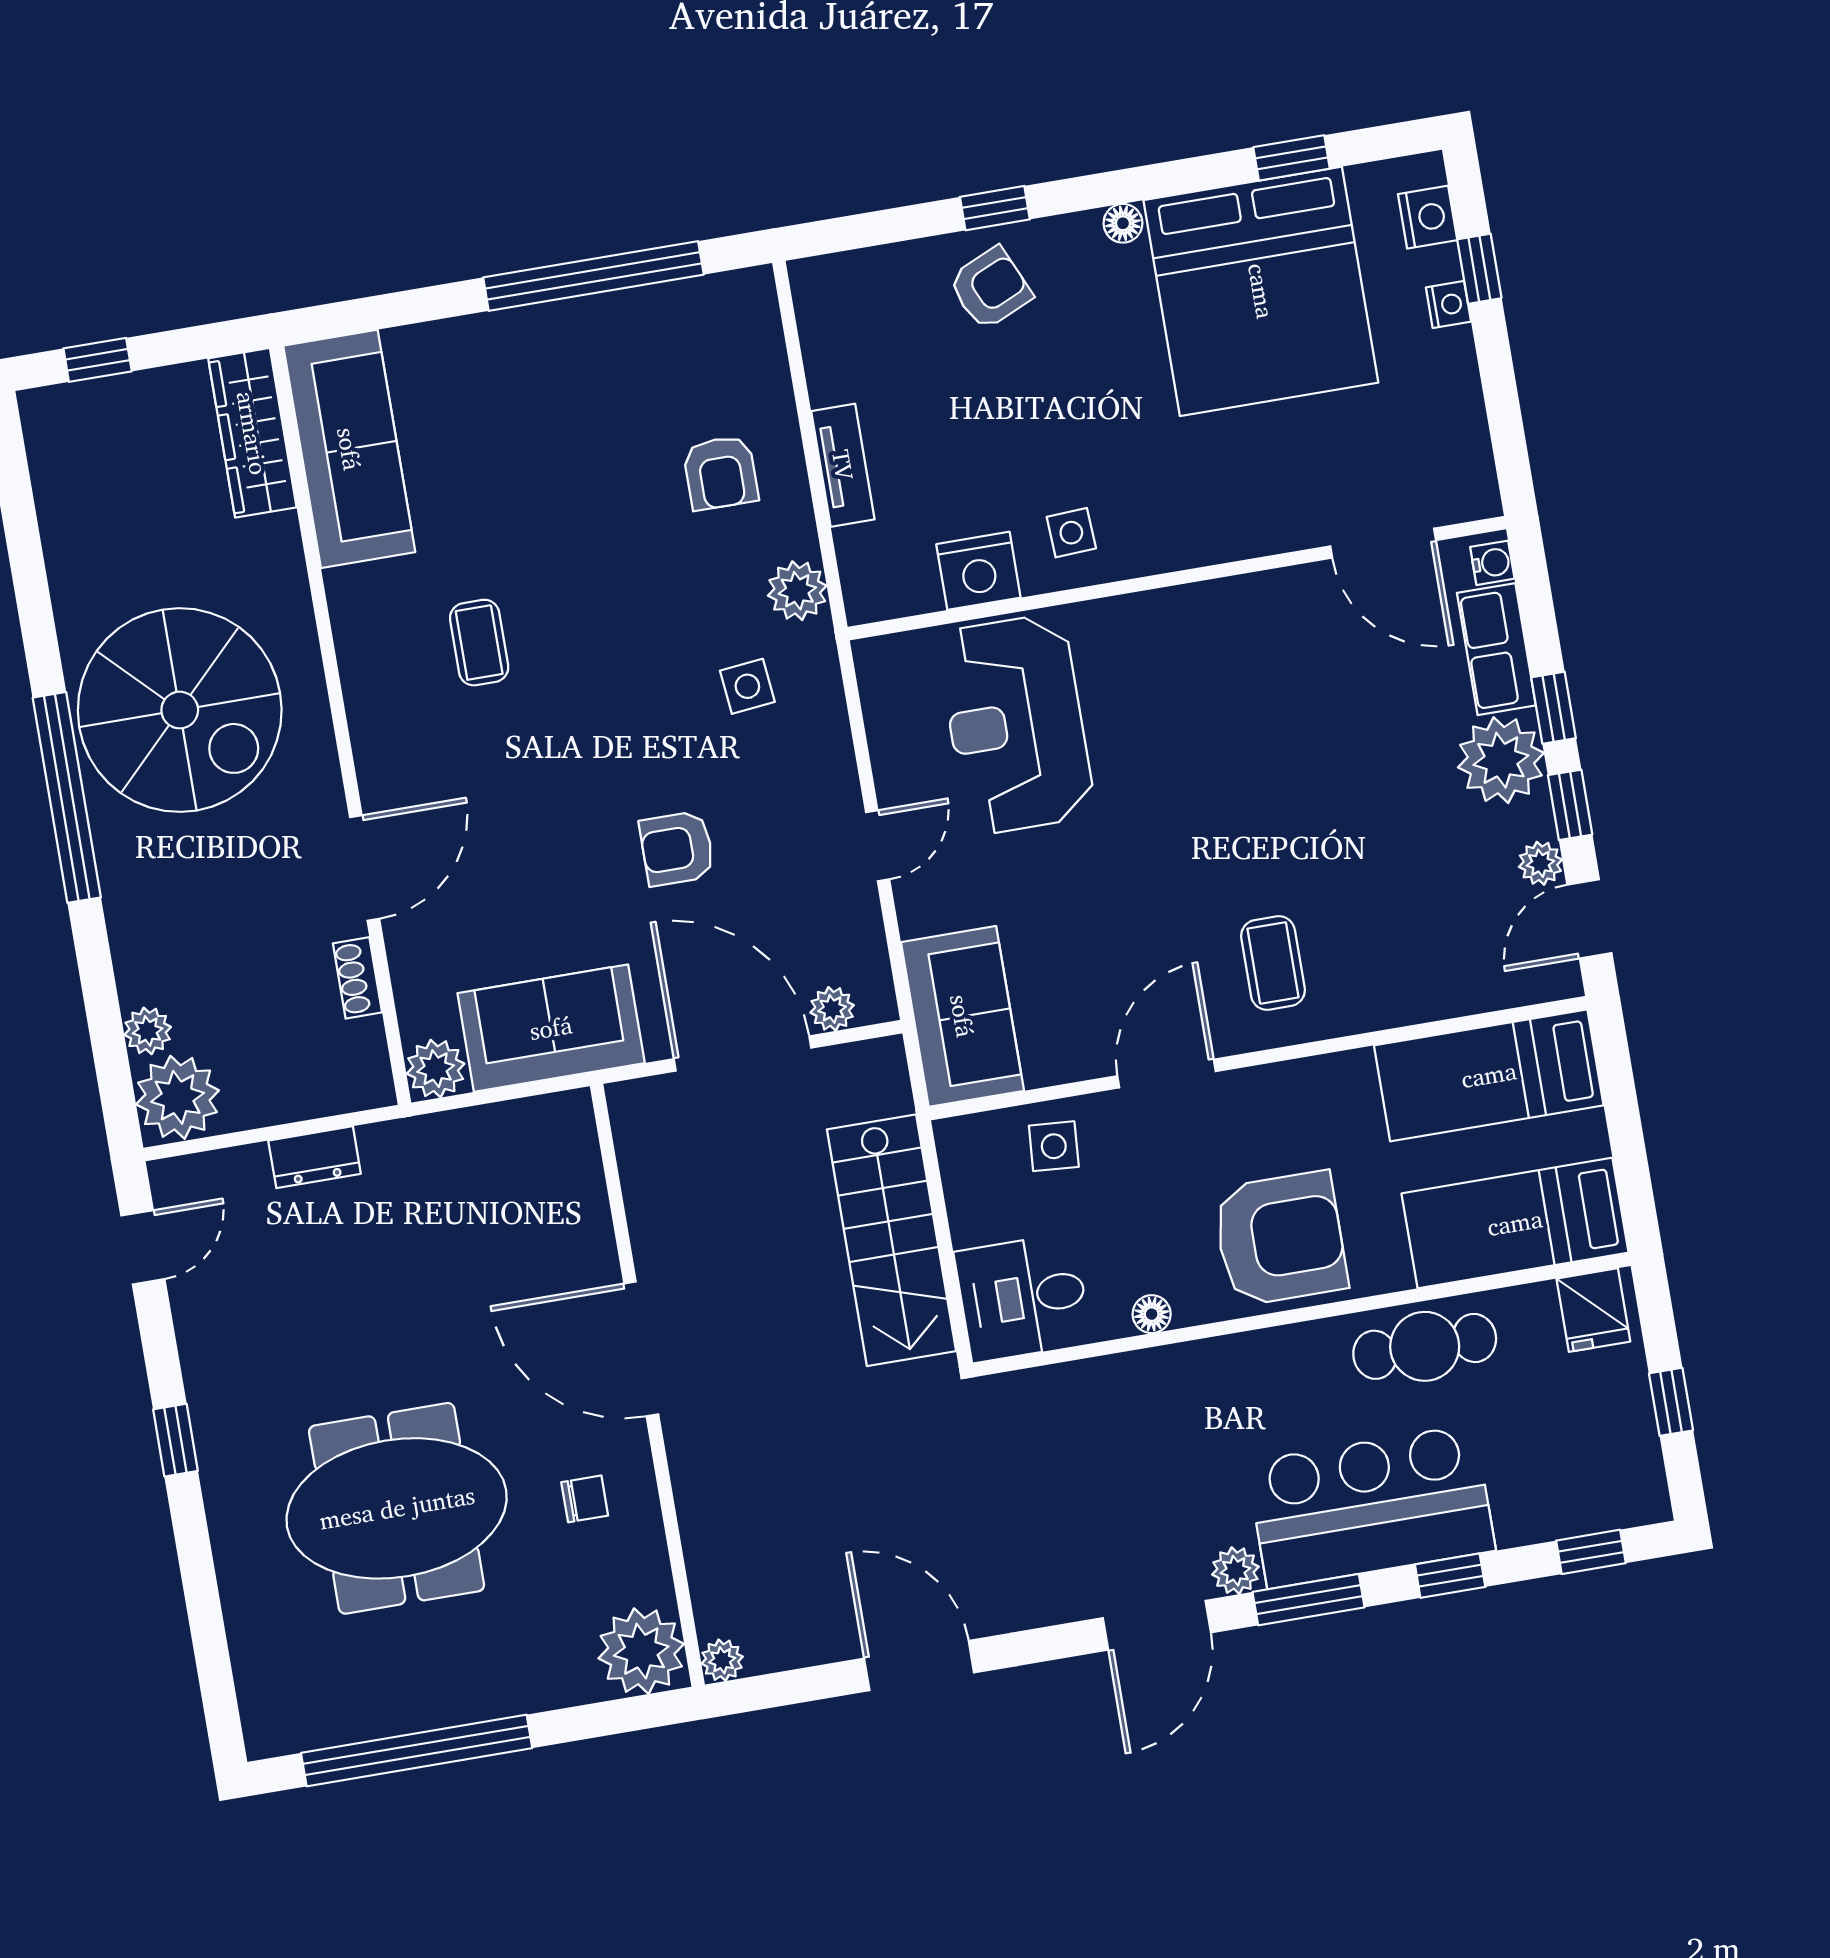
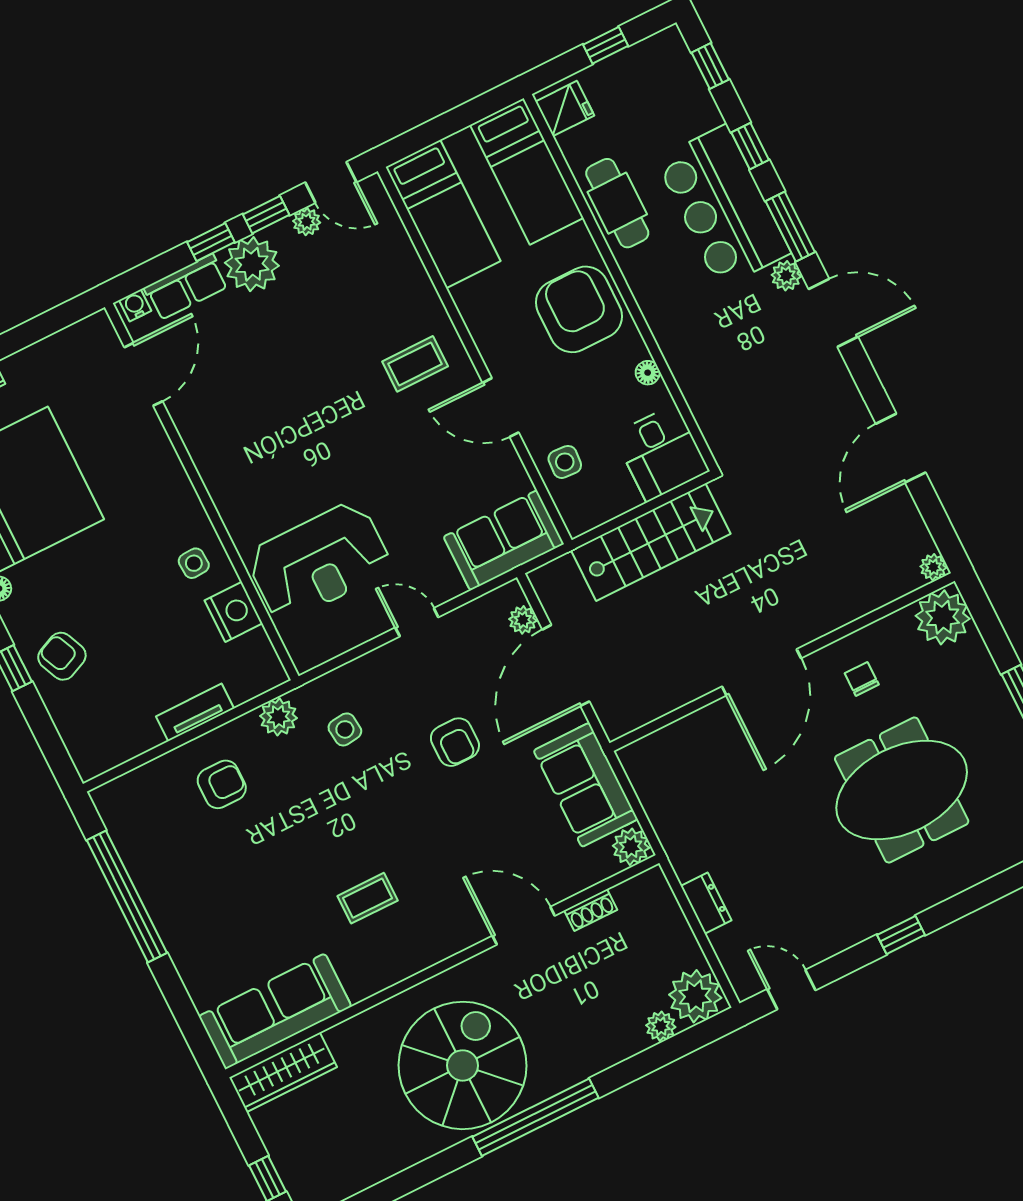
meeting table: (397, 1508) -> (902, 790), turned 90

